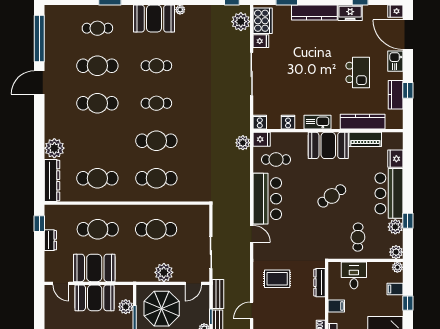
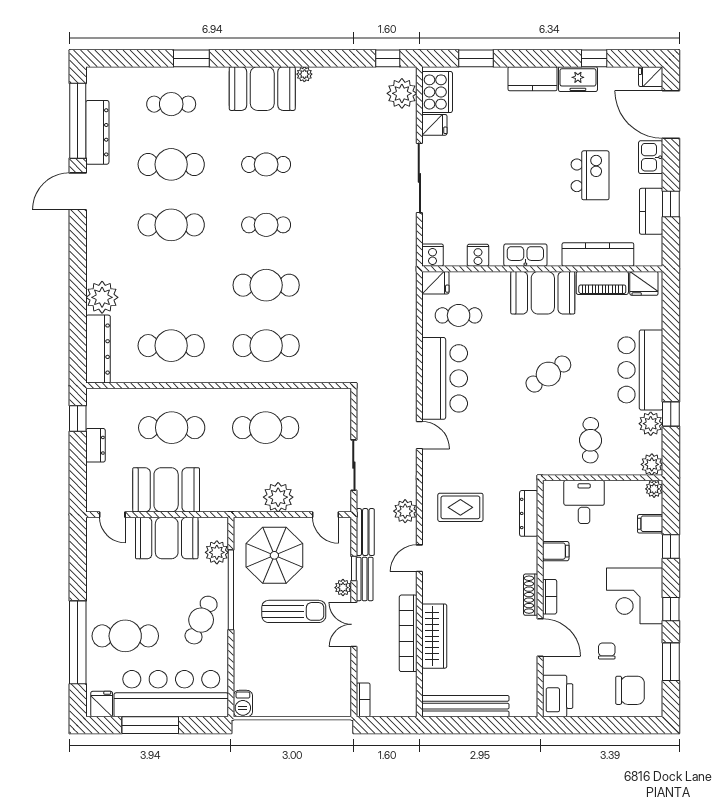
kitchen counter: (314, 12) -> (532, 79), width x0.67
dresser: (52, 46) -> (97, 132), added
plant: (243, 143) -> (405, 511), moved
fridge: (395, 159) -> (644, 283), moved, turned -90
door: (193, 283) -> (325, 515), hinge flipped

